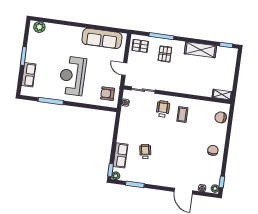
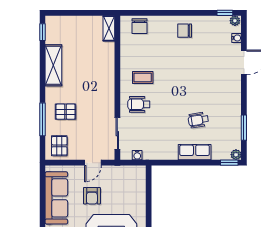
armchair: (108, 94) -> (92, 196), moved
row of seats: (120, 155) -> (195, 152), moved

